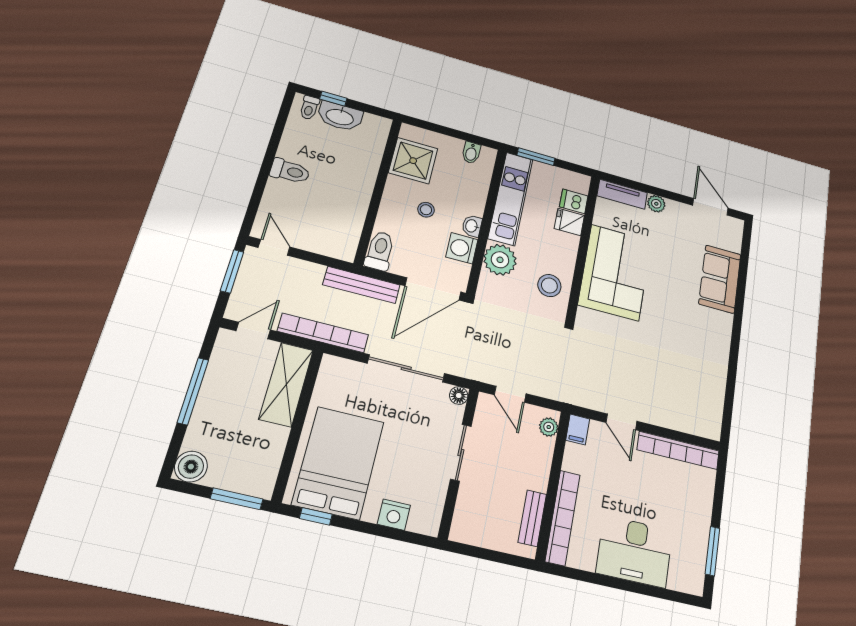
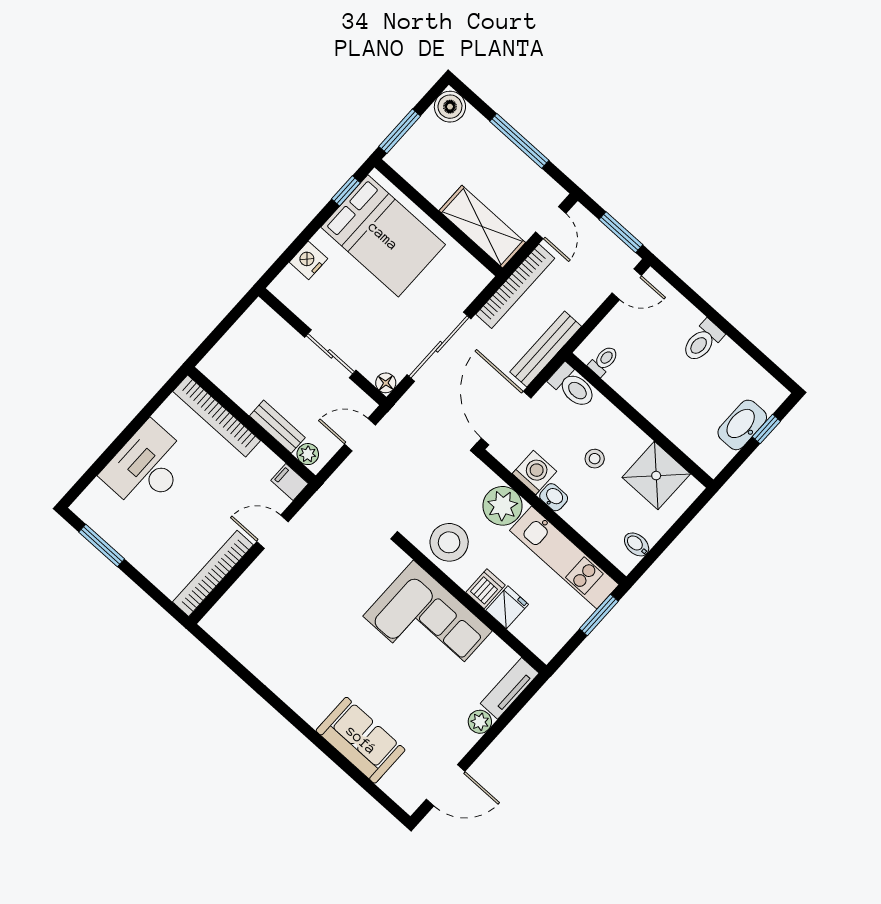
toilet: (309, 108) -> (604, 361), moved, turned 90
dishwasher: (574, 201) -> (485, 589), moved
stool: (549, 286) -> (449, 542), width x1.38, depth x1.38
bench: (532, 518) -> (277, 427), moved

